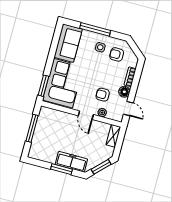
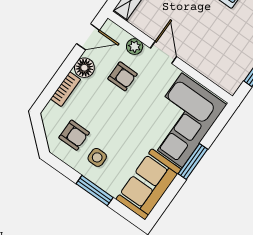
window: (95, 29) -> (95, 191), width x0.69
window: (43, 86) -> (193, 161), moved
door: (128, 109) -> (88, 37), swing flipped

